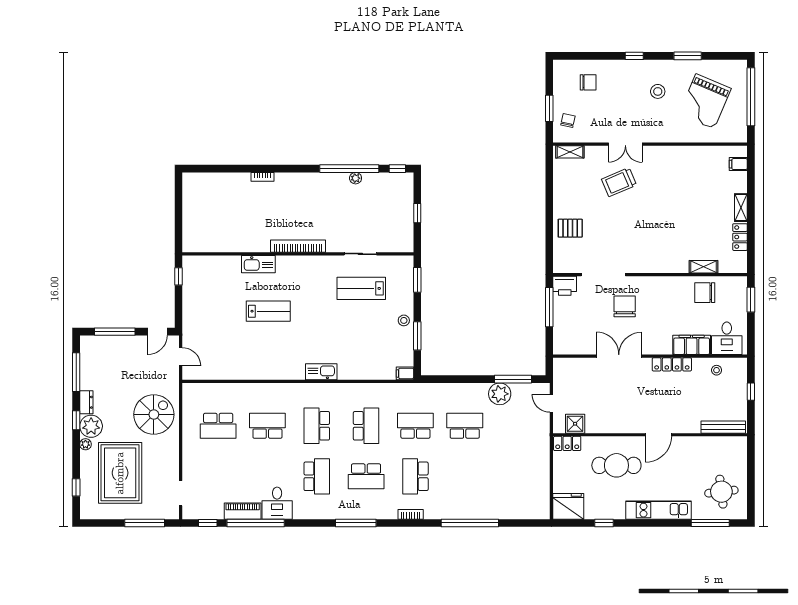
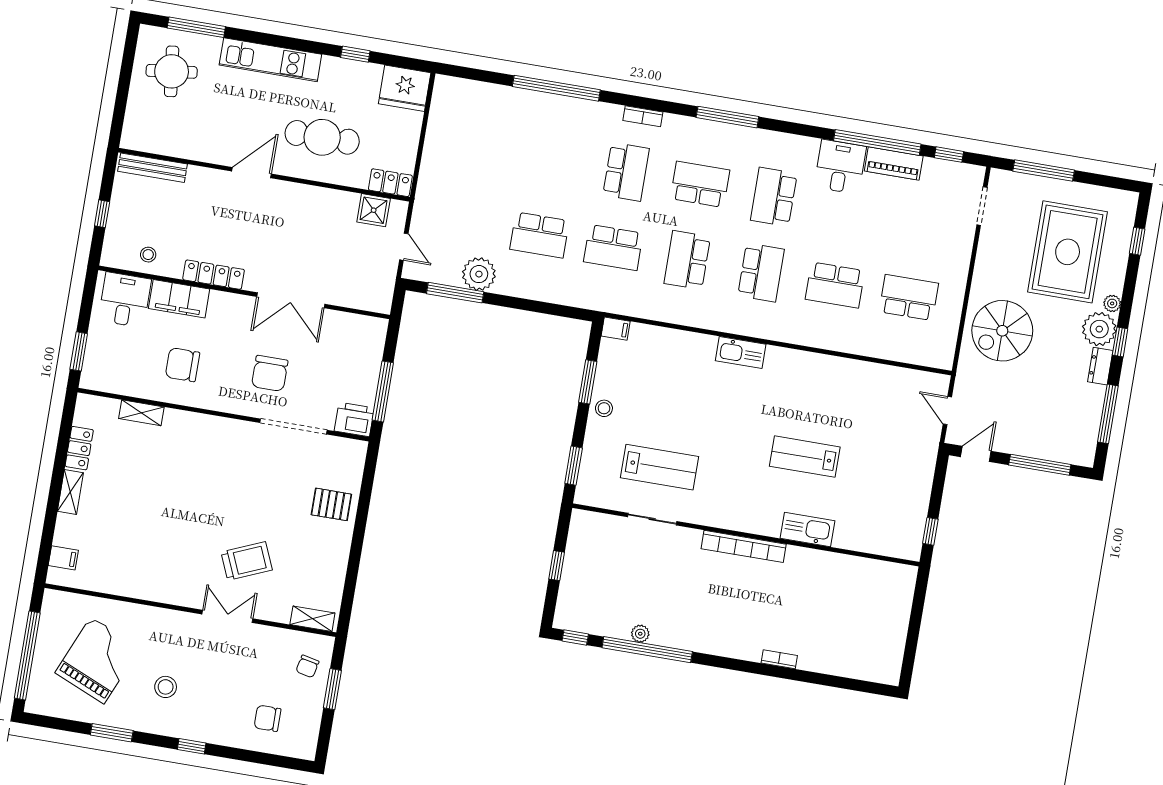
chair: (705, 293) -> (182, 365), moved, turned 180

